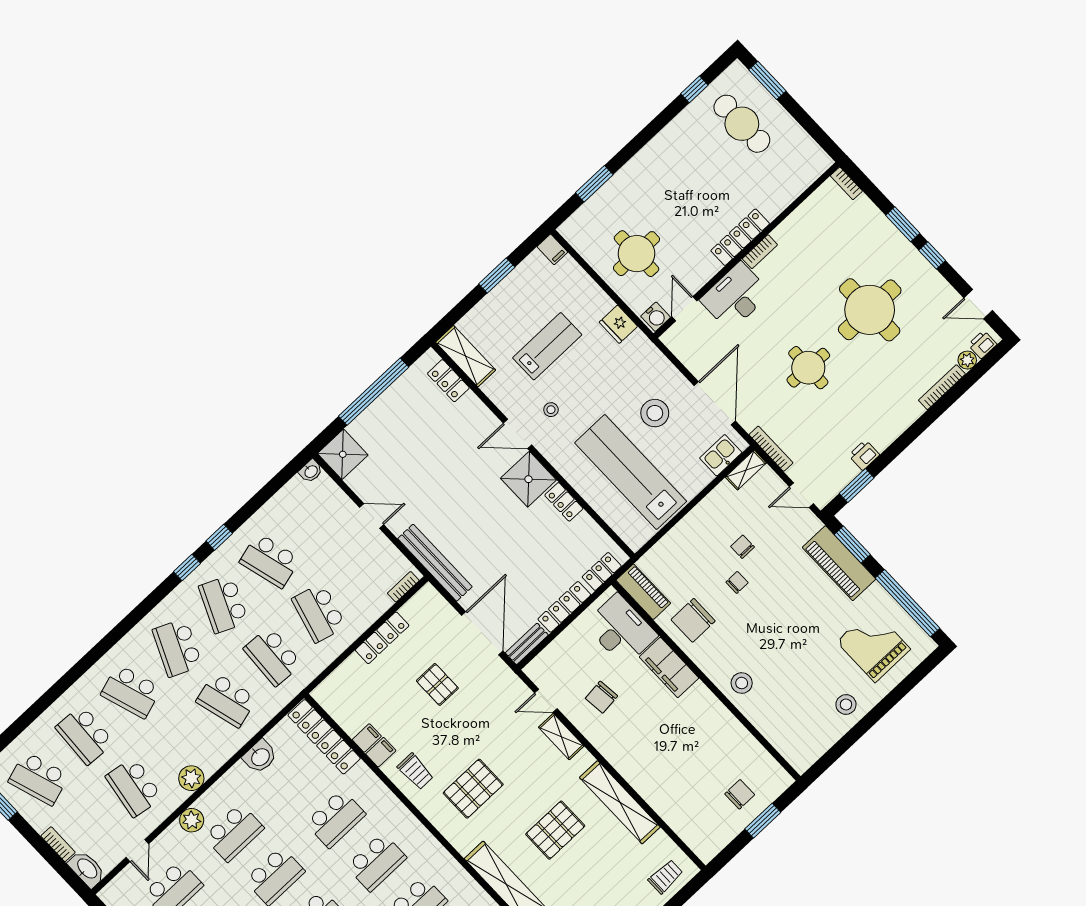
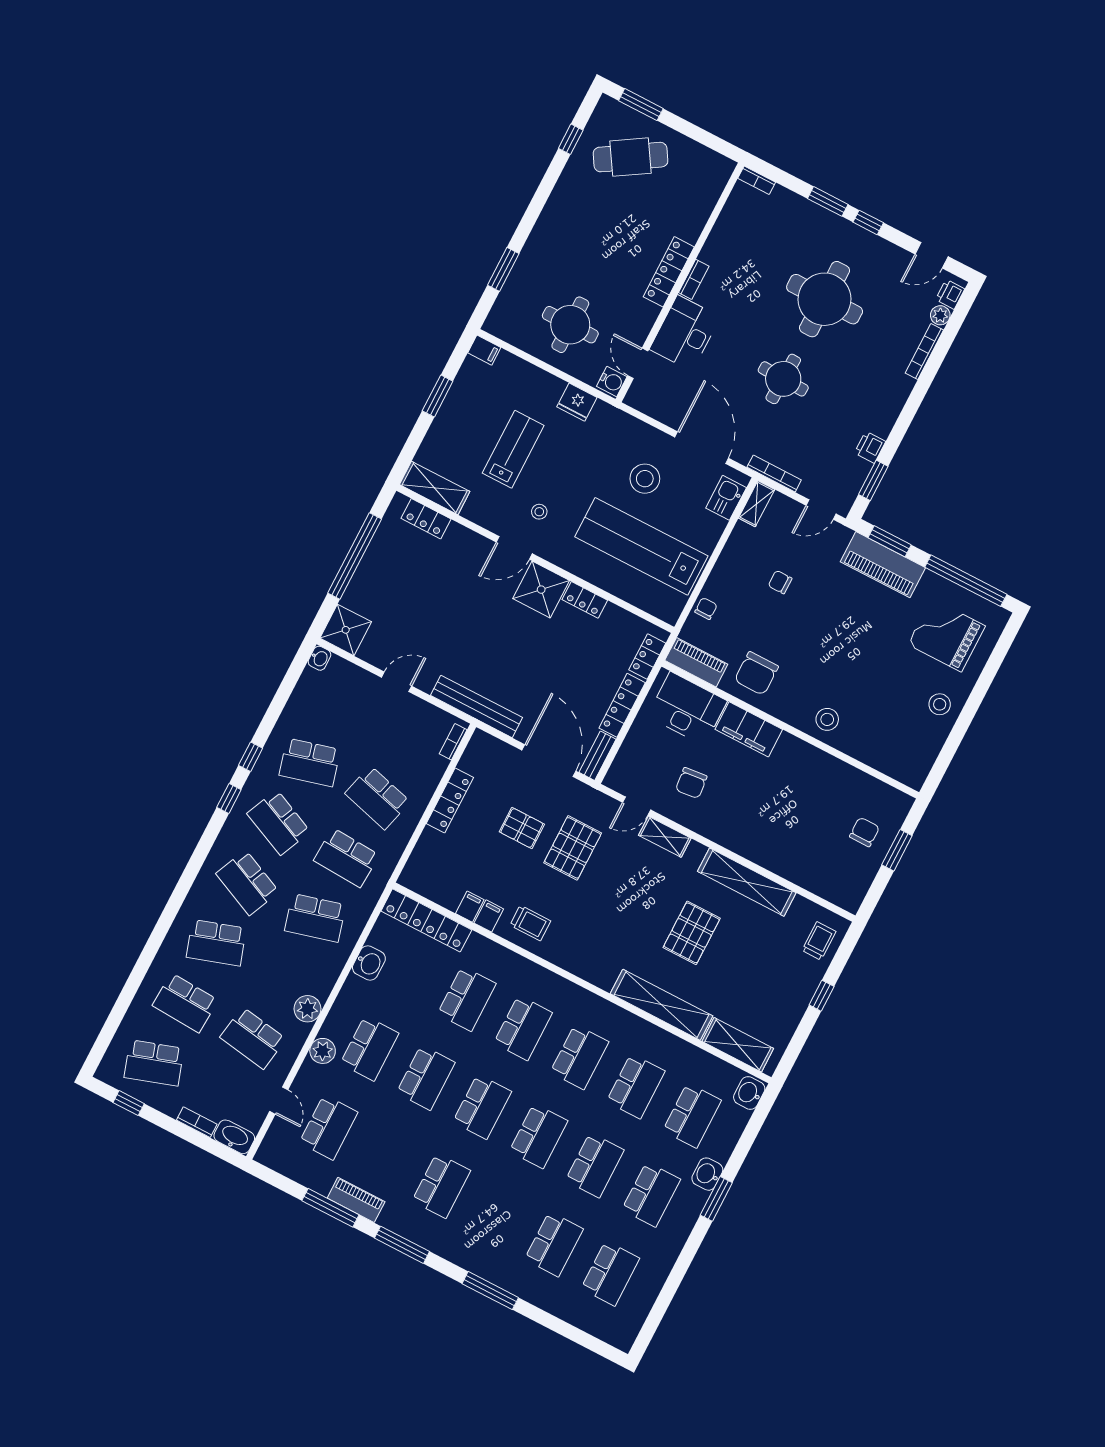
cafe table: (742, 124) -> (631, 157), turned -32
chair: (737, 582) -> (706, 609), moved
pallet: (473, 789) -> (573, 848), moved

